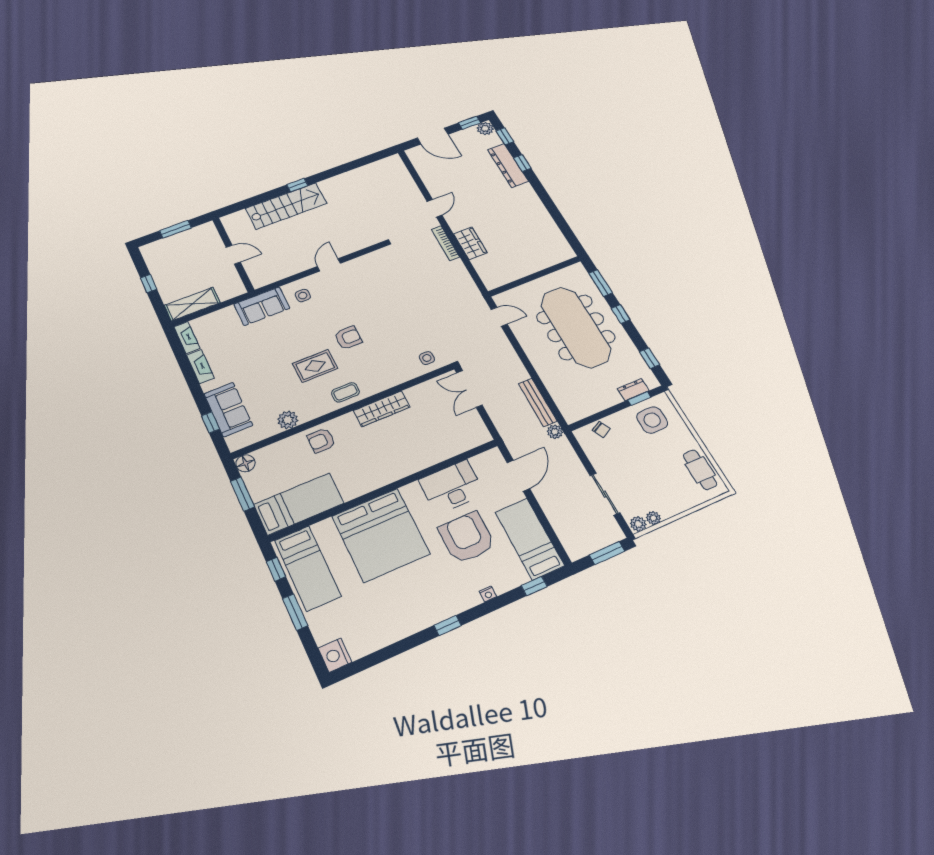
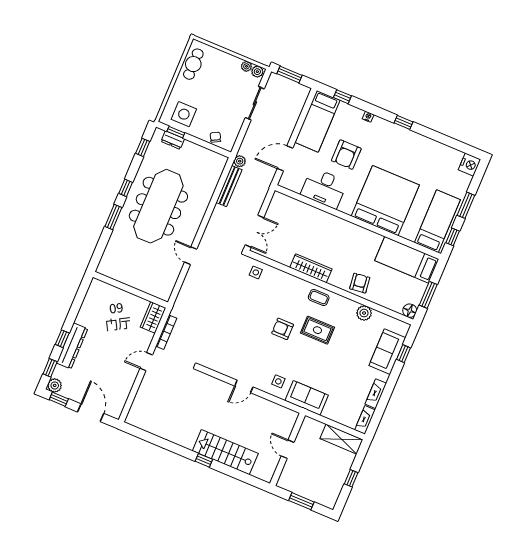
wall: (535, 276) -> (130, 290), moved
armchair: (321, 440) -> (360, 283), turned -97
armchair: (467, 537) -> (346, 155), width x0.73, depth x0.73

